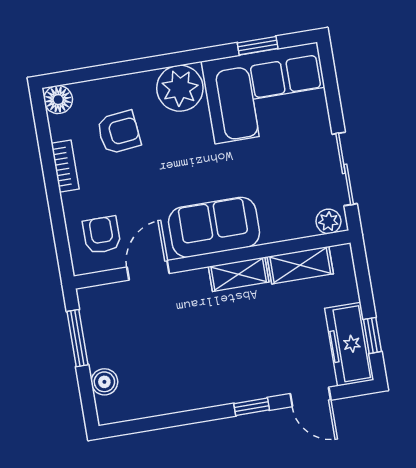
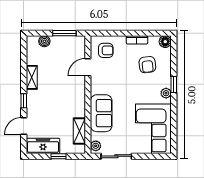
window: (258, 46) -> (174, 84), moved
plant: (180, 88) -> (166, 93), width x0.53, depth x0.53
sofa: (214, 227) -> (101, 113), moved
door: (148, 270) -> (88, 67), swing flipped
shelving: (239, 274) -> (32, 77), moved
window: (373, 335) -> (58, 156), moved

